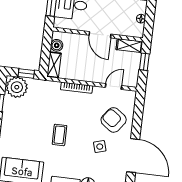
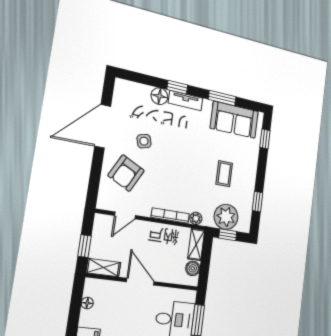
plant: (55, 86) -> (196, 218), added
plant: (17, 87) -> (226, 217), moved
armchair: (114, 120) -> (126, 173), turned 80
coffee table: (59, 135) -> (224, 174), moved
door: (133, 156) -> (103, 126), hinge flipped

